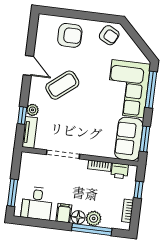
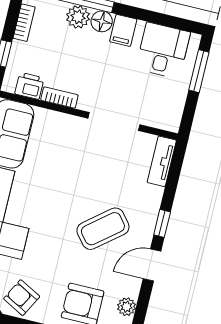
door: (28, 66) -> (152, 265), hinge flipped
plant: (32, 110) -> (127, 307), moved
window: (22, 115) -> (162, 223), moved

